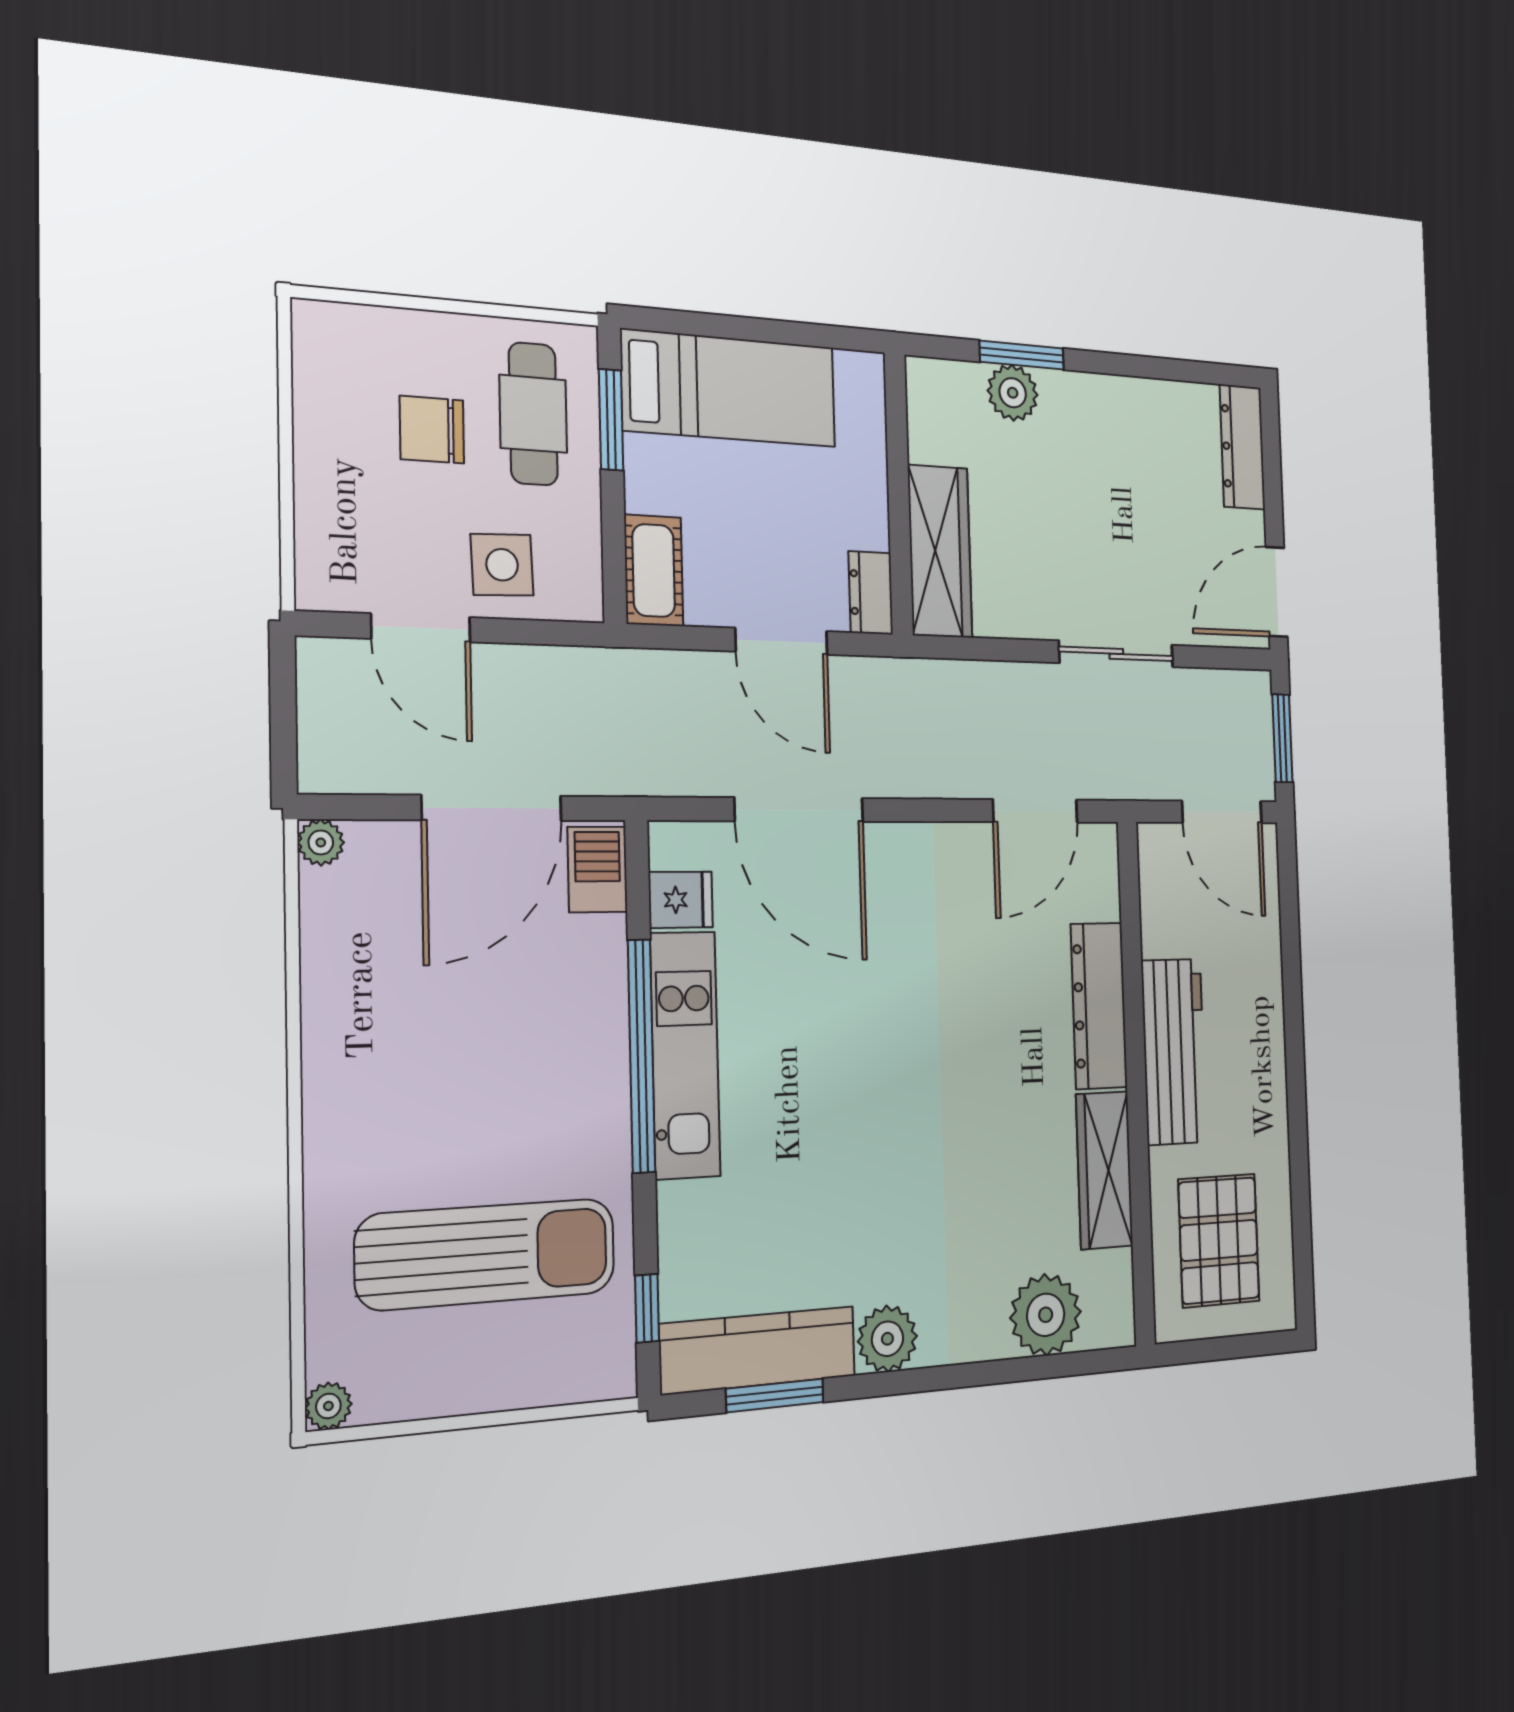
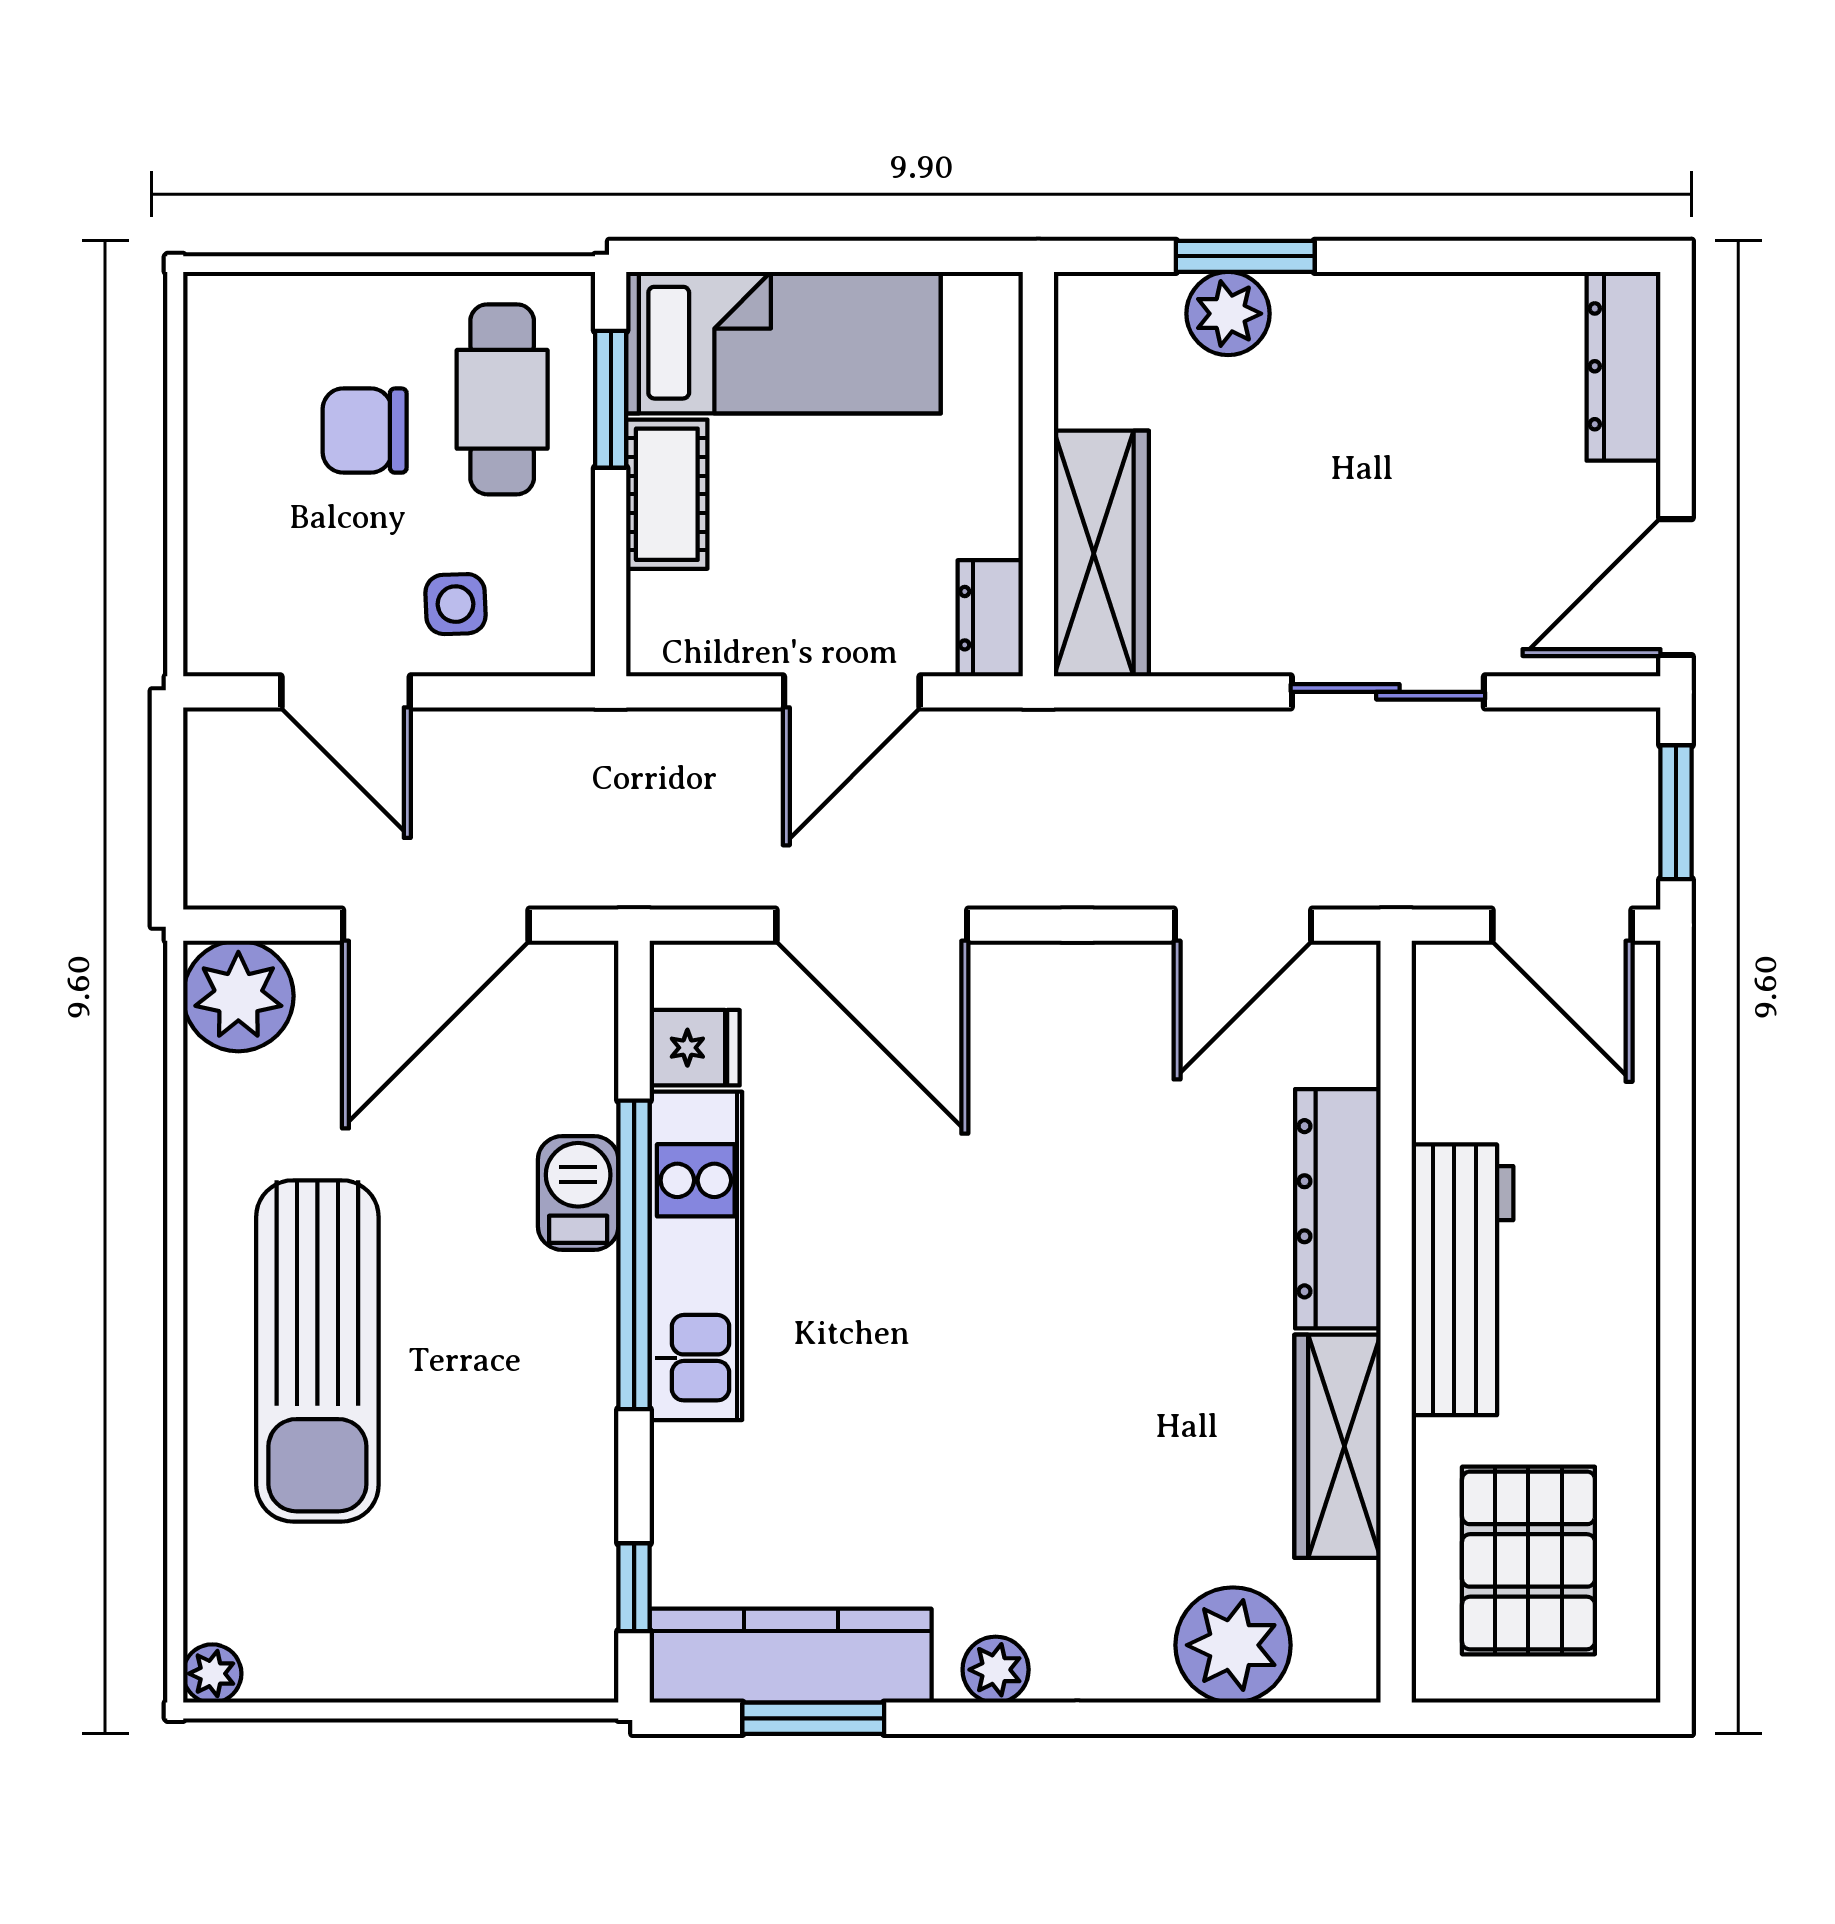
side table: (502, 565) -> (456, 604), width x0.73, depth x0.73
cot: (654, 570) -> (667, 494), moved
door: (781, 641) -> (852, 692), hinge flipped
plant: (321, 842) -> (238, 996), width x1.88, depth x1.88
barbecue: (597, 869) -> (578, 1193), moved
sun lounger: (487, 1254) -> (317, 1351), moved, turned 90
plant: (887, 1339) -> (996, 1670), width x0.73, depth x0.73

